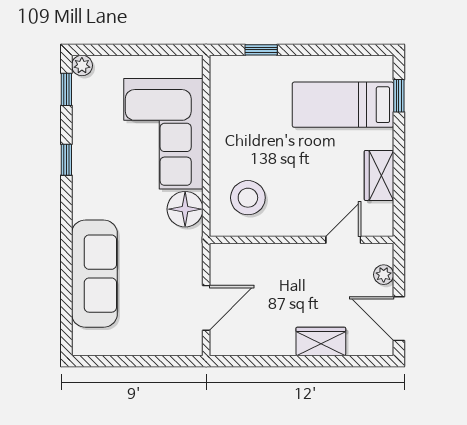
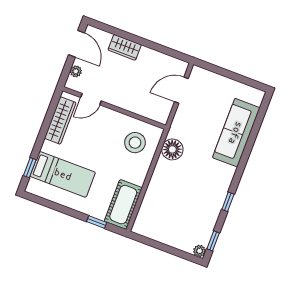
cot: (229, 93) -> (123, 205), added
corner sofa: (163, 134) -> (169, 196), removed
wardrobe: (379, 175) -> (60, 120), width x1.50

